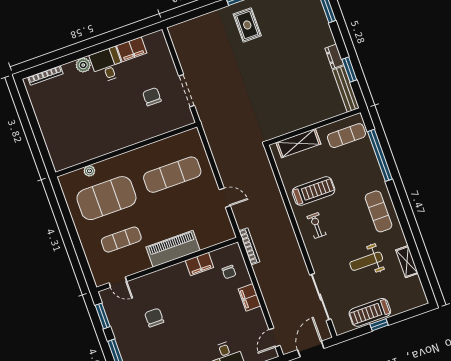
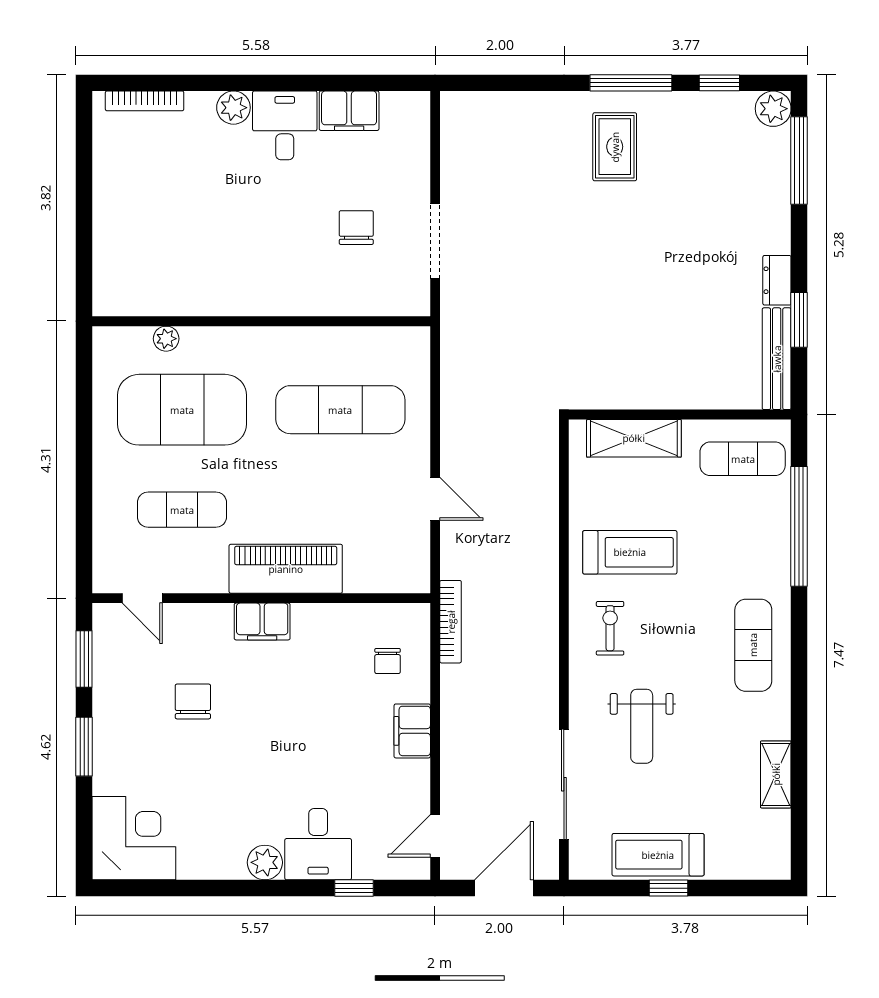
weight bench: (366, 261) -> (642, 726), moved, turned -90
filing cabinet: (199, 264) -> (262, 621), moved

